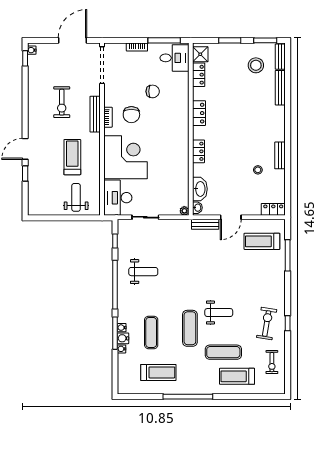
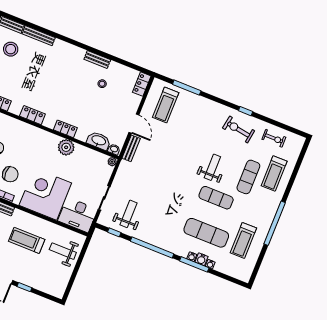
plant: (180, 159) -> (66, 147), added
weight bench: (143, 272) -> (129, 214), moved
exercise mat: (151, 332) -> (206, 233), width x1.36, depth x1.45
treadmill: (158, 372) -> (243, 240), turned 180

